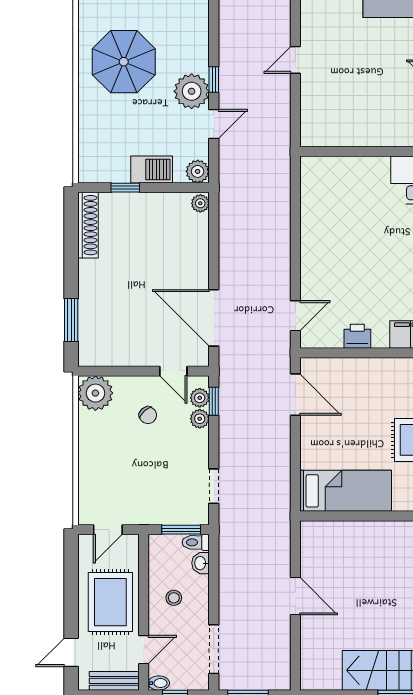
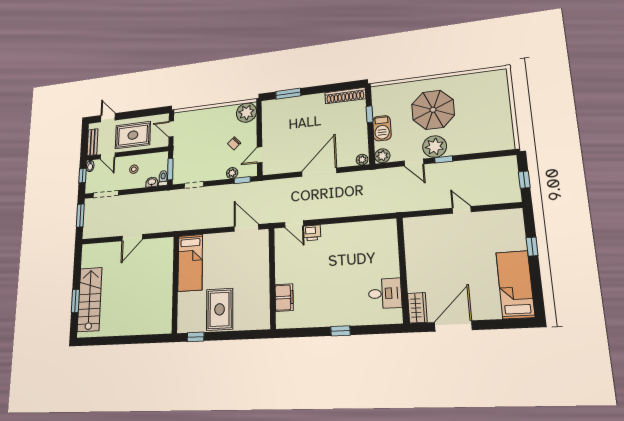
parasol: (124, 62) -> (433, 110), moved
door: (214, 318) -> (319, 172), moved
printer: (357, 336) -> (312, 233), moved, turned 90
door: (295, 395) -> (246, 228), swing flipped
plant: (200, 398) -> (244, 172), removed

